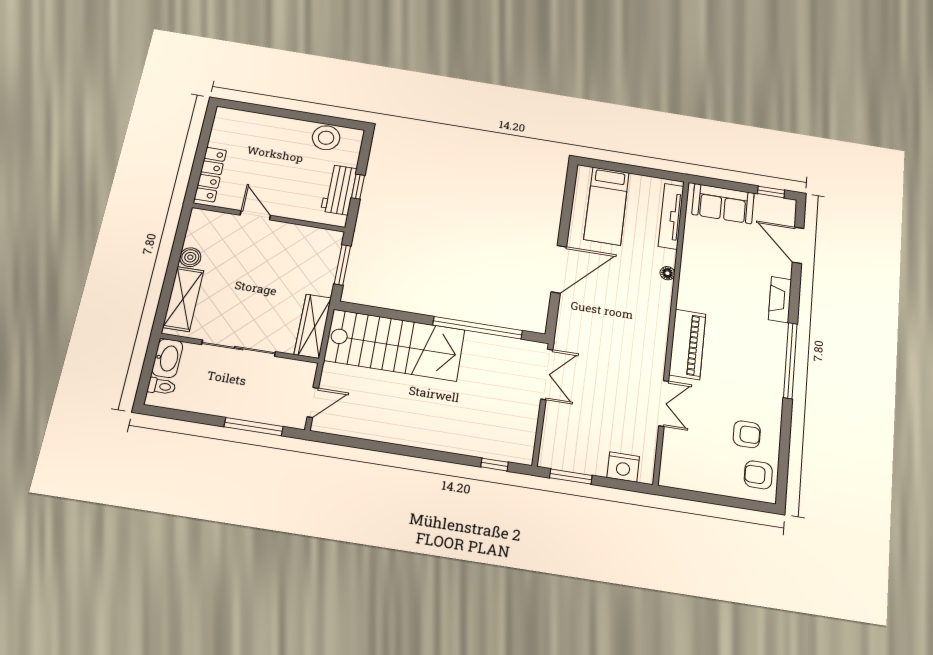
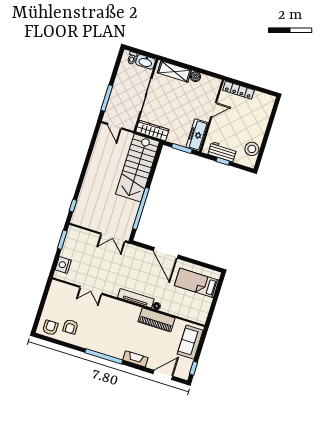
tv unit: (671, 216) -> (136, 298), moved
freezer: (311, 240) -> (197, 135), added
piano: (687, 344) -> (156, 320), moved

